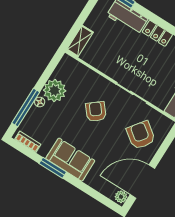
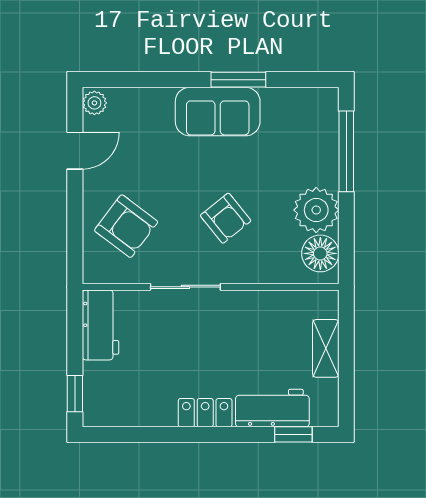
shelving: (80, 41) -> (326, 348), moved
floor lamp: (40, 102) -> (320, 253), moved, width x1.89, depth x1.89
bookcase: (28, 142) -> (307, 97), removed
door: (142, 182) -> (75, 151), width x0.53

